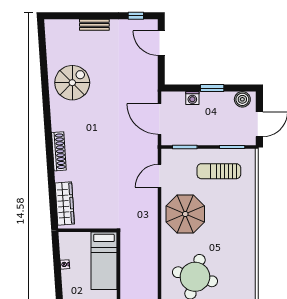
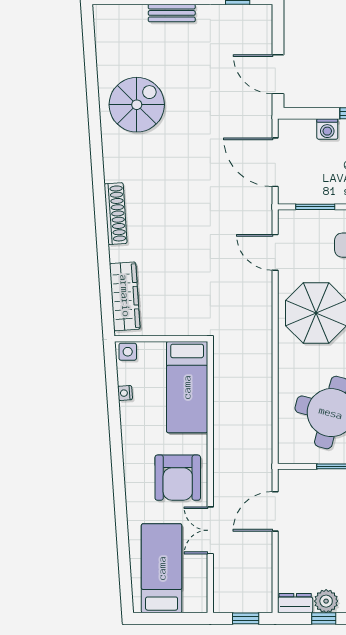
door: (161, 43) -> (278, 74), moved
door: (159, 176) -> (275, 252), hinge flipped
side table: (67, 238) -> (128, 352), added

